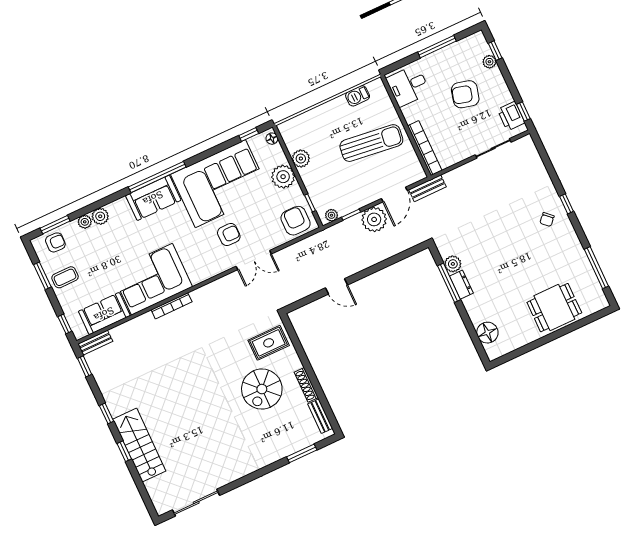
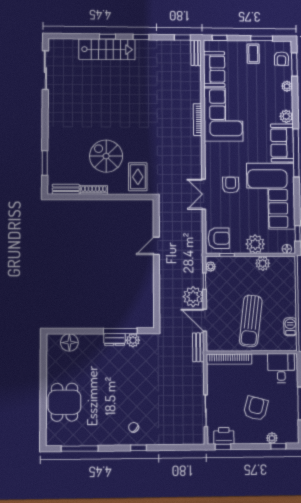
plant: (100, 216) -> (286, 116), moved
armchair: (229, 235) -> (231, 185), turned 180

